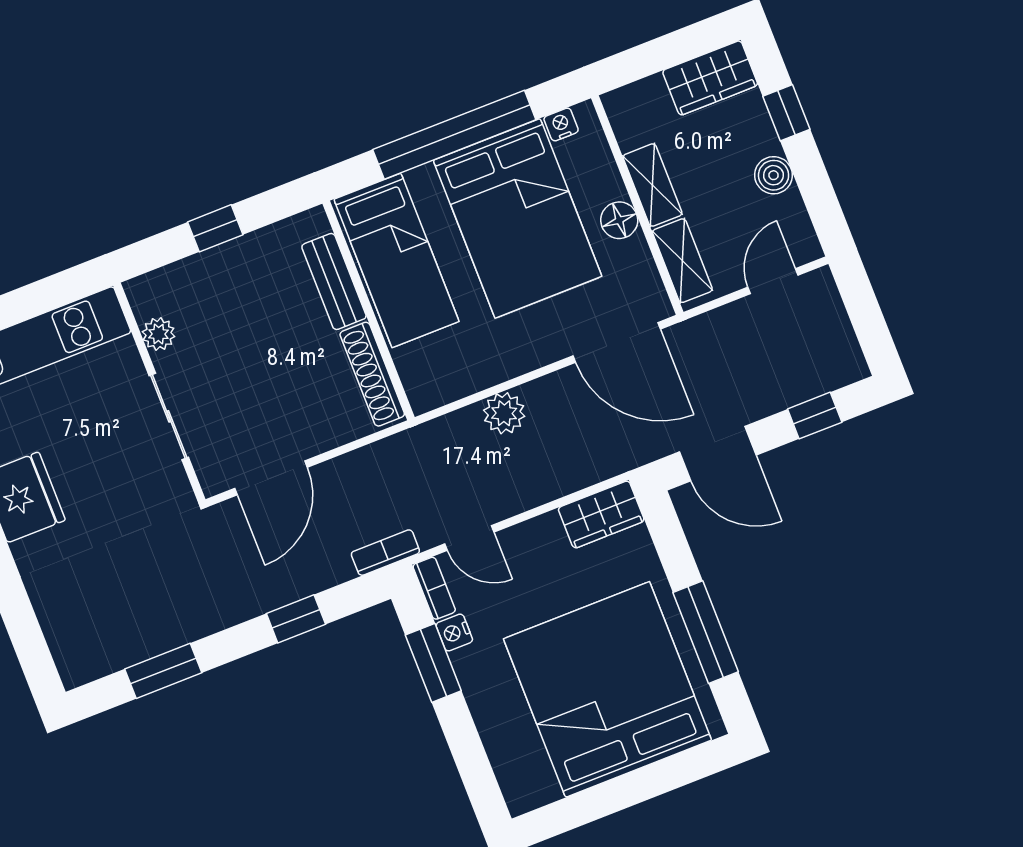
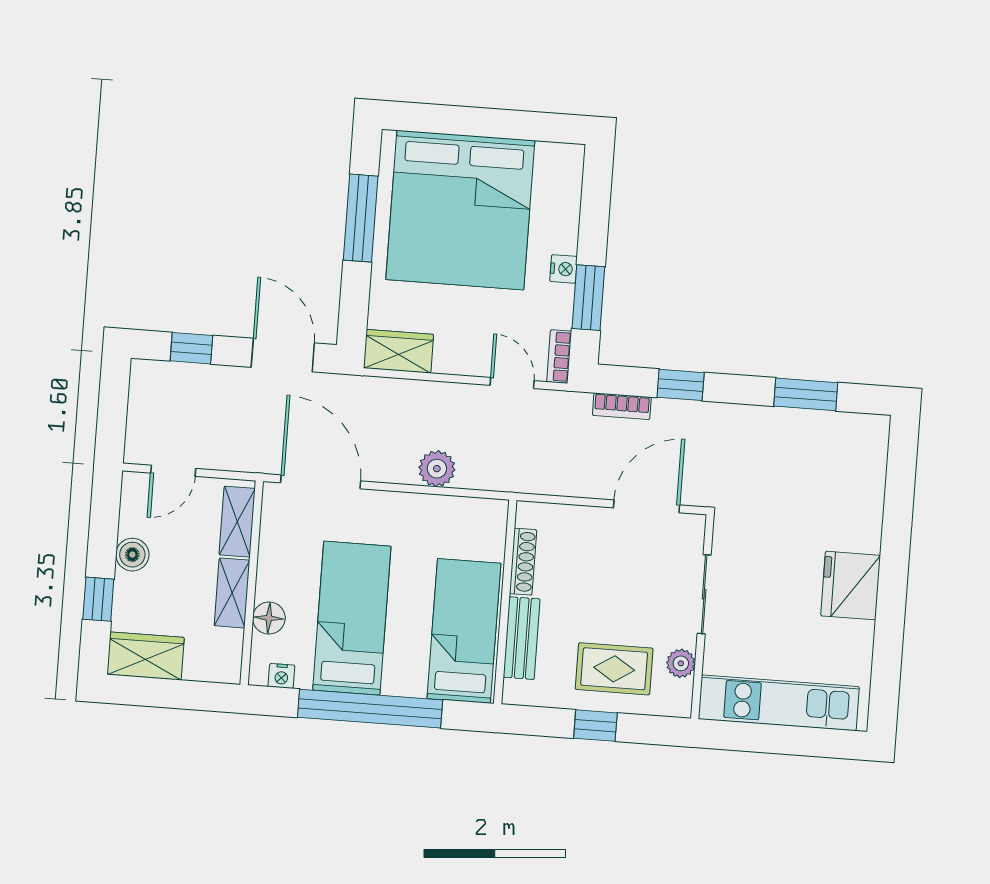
bed: (518, 218) -> (352, 618), width x0.67
floor lamp: (619, 220) -> (269, 618), moved
rug: (224, 296) -> (614, 669), added
shoe rack: (372, 374) -> (523, 562), width x0.74, depth x0.81
bookcase: (385, 553) -> (622, 406), moved
nightstand: (454, 633) -> (563, 269), moved

